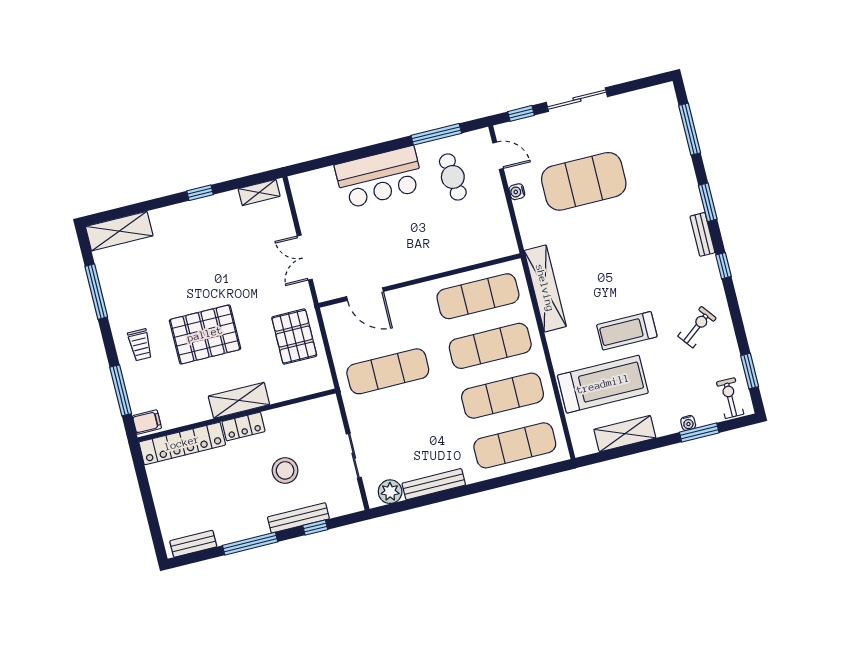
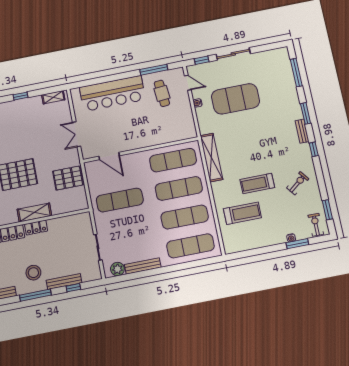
bar counter: (379, 177) -> (113, 93), width x1.36
pallet: (294, 337) -> (68, 178), turned 90
treadmill: (603, 384) -> (242, 213), width x0.73, depth x0.73
shelving: (625, 434) -> (254, 242), removed
stool: (285, 470) -> (33, 273), moved

